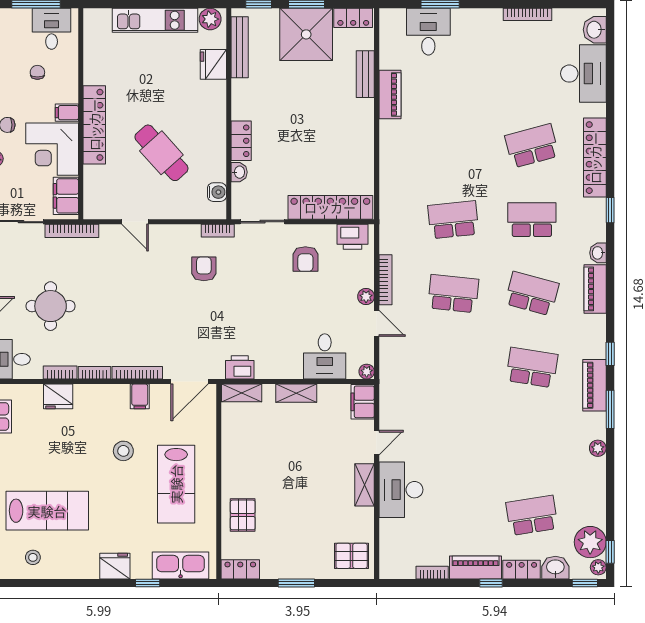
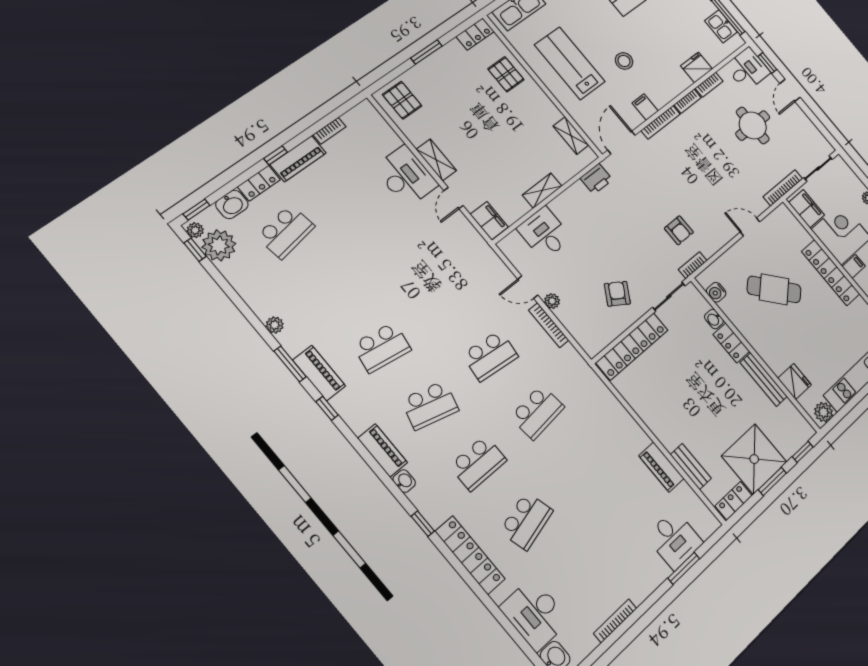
bench: (240, 47) -> (764, 379), moved
printer: (352, 237) -> (599, 338), removed
armchair: (305, 259) -> (617, 294), turned 32
plant: (367, 372) -> (505, 245), removed
shelving: (242, 393) -> (571, 136), moved, turned 90
pallet: (352, 556) -> (402, 100), turned 90

